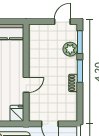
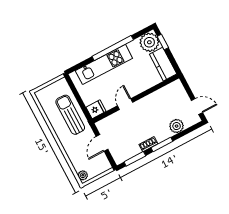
window: (80, 42) -> (135, 159), moved
door: (26, 85) -> (125, 104), swing flipped

